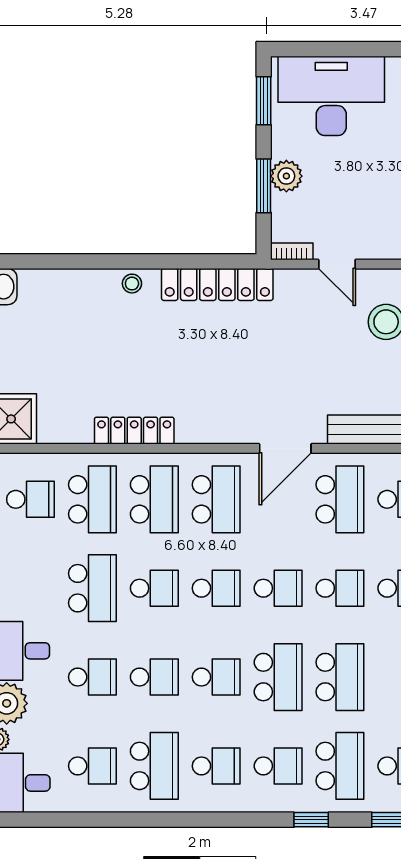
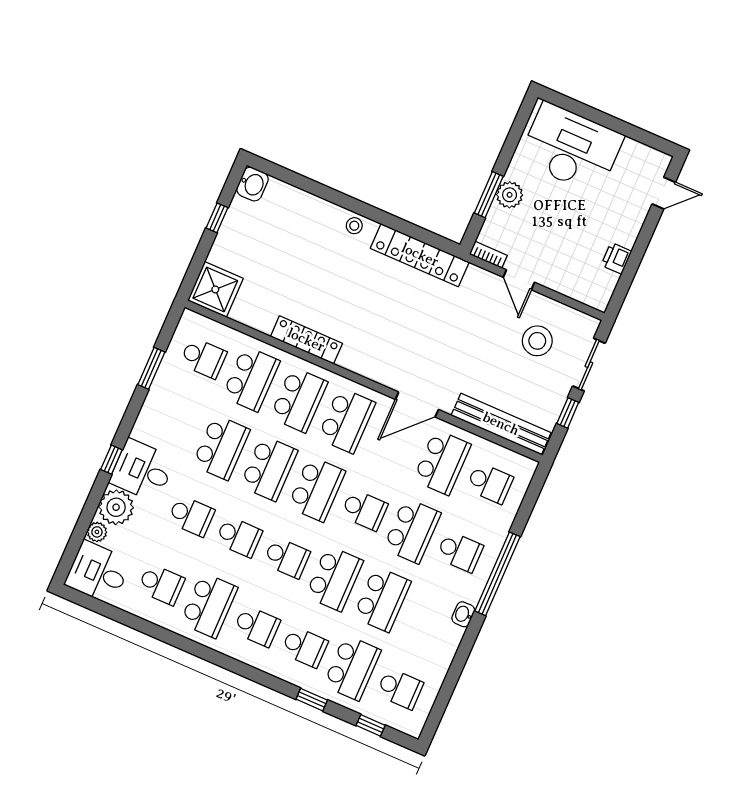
window: (264, 101) -> (517, 129), removed
school desk: (154, 588) -> (269, 468), width x1.85
school desk: (216, 588) -> (317, 489), width x1.85
school desk: (340, 588) -> (412, 531), width x1.85

